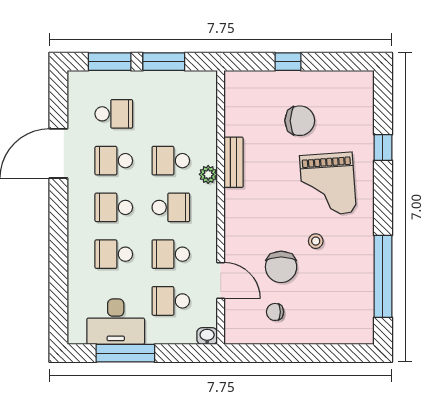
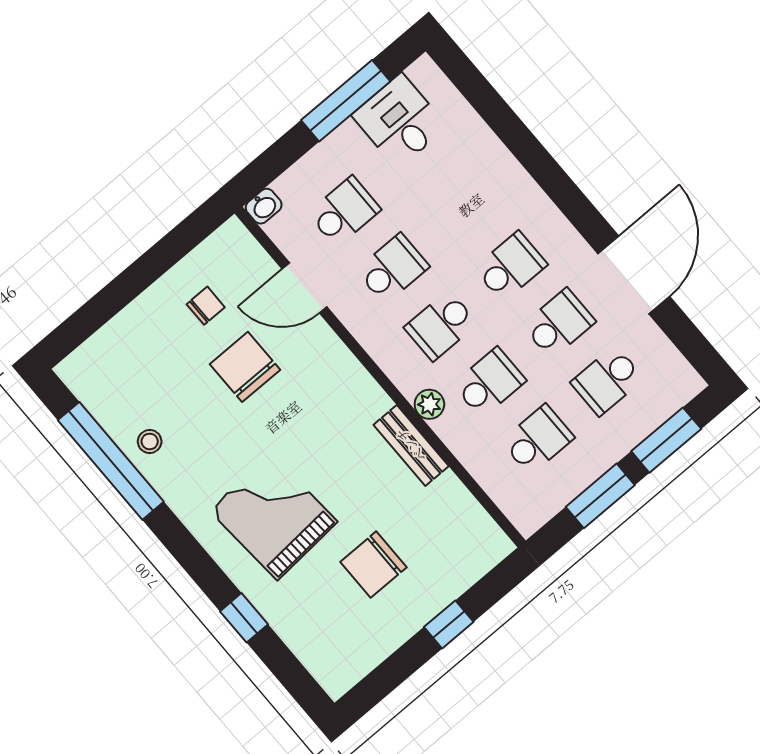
stool: (316, 241) -> (150, 441), moved
school desk: (114, 254) -> (538, 440), moved
desk: (116, 322) -> (400, 121), width x0.73

